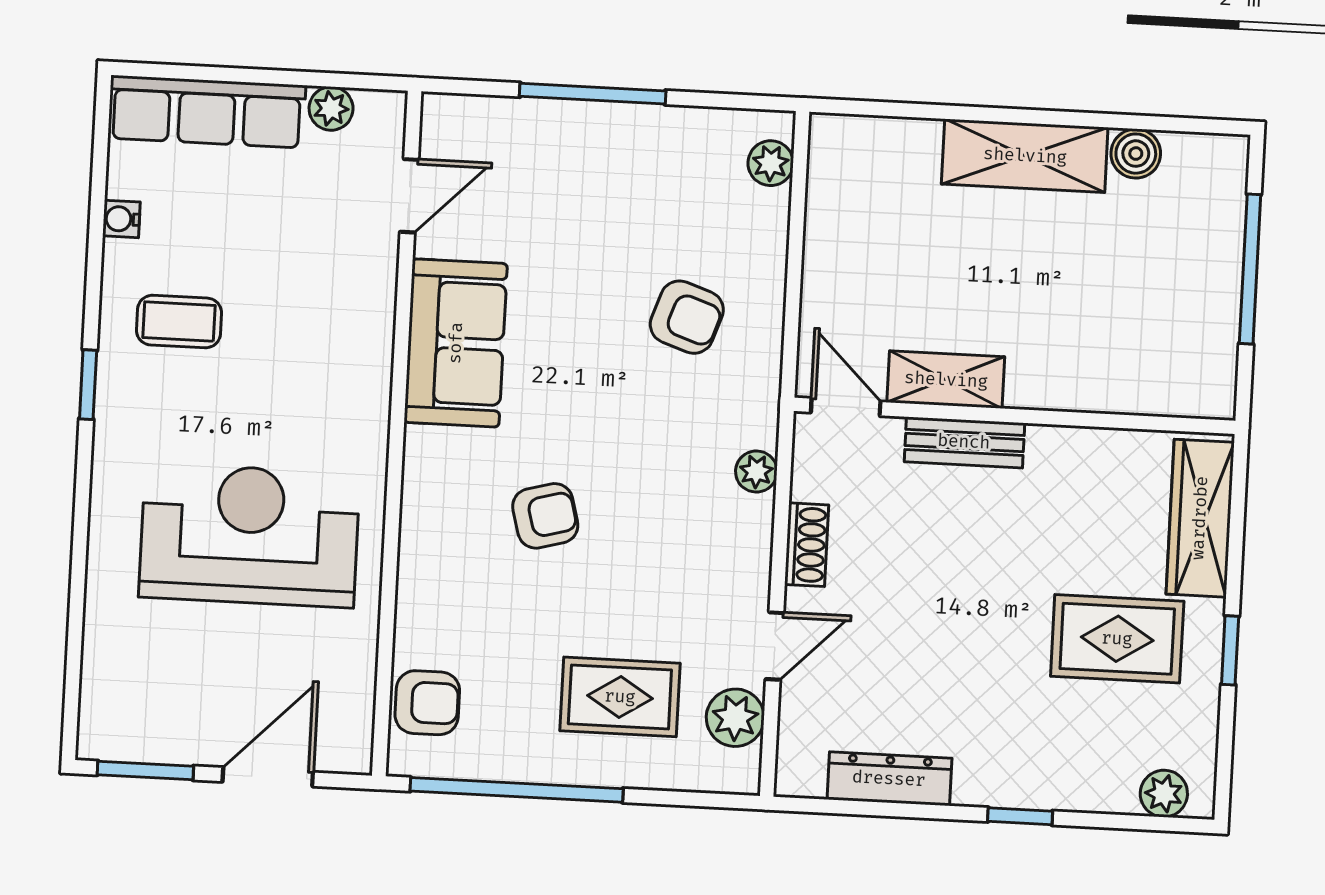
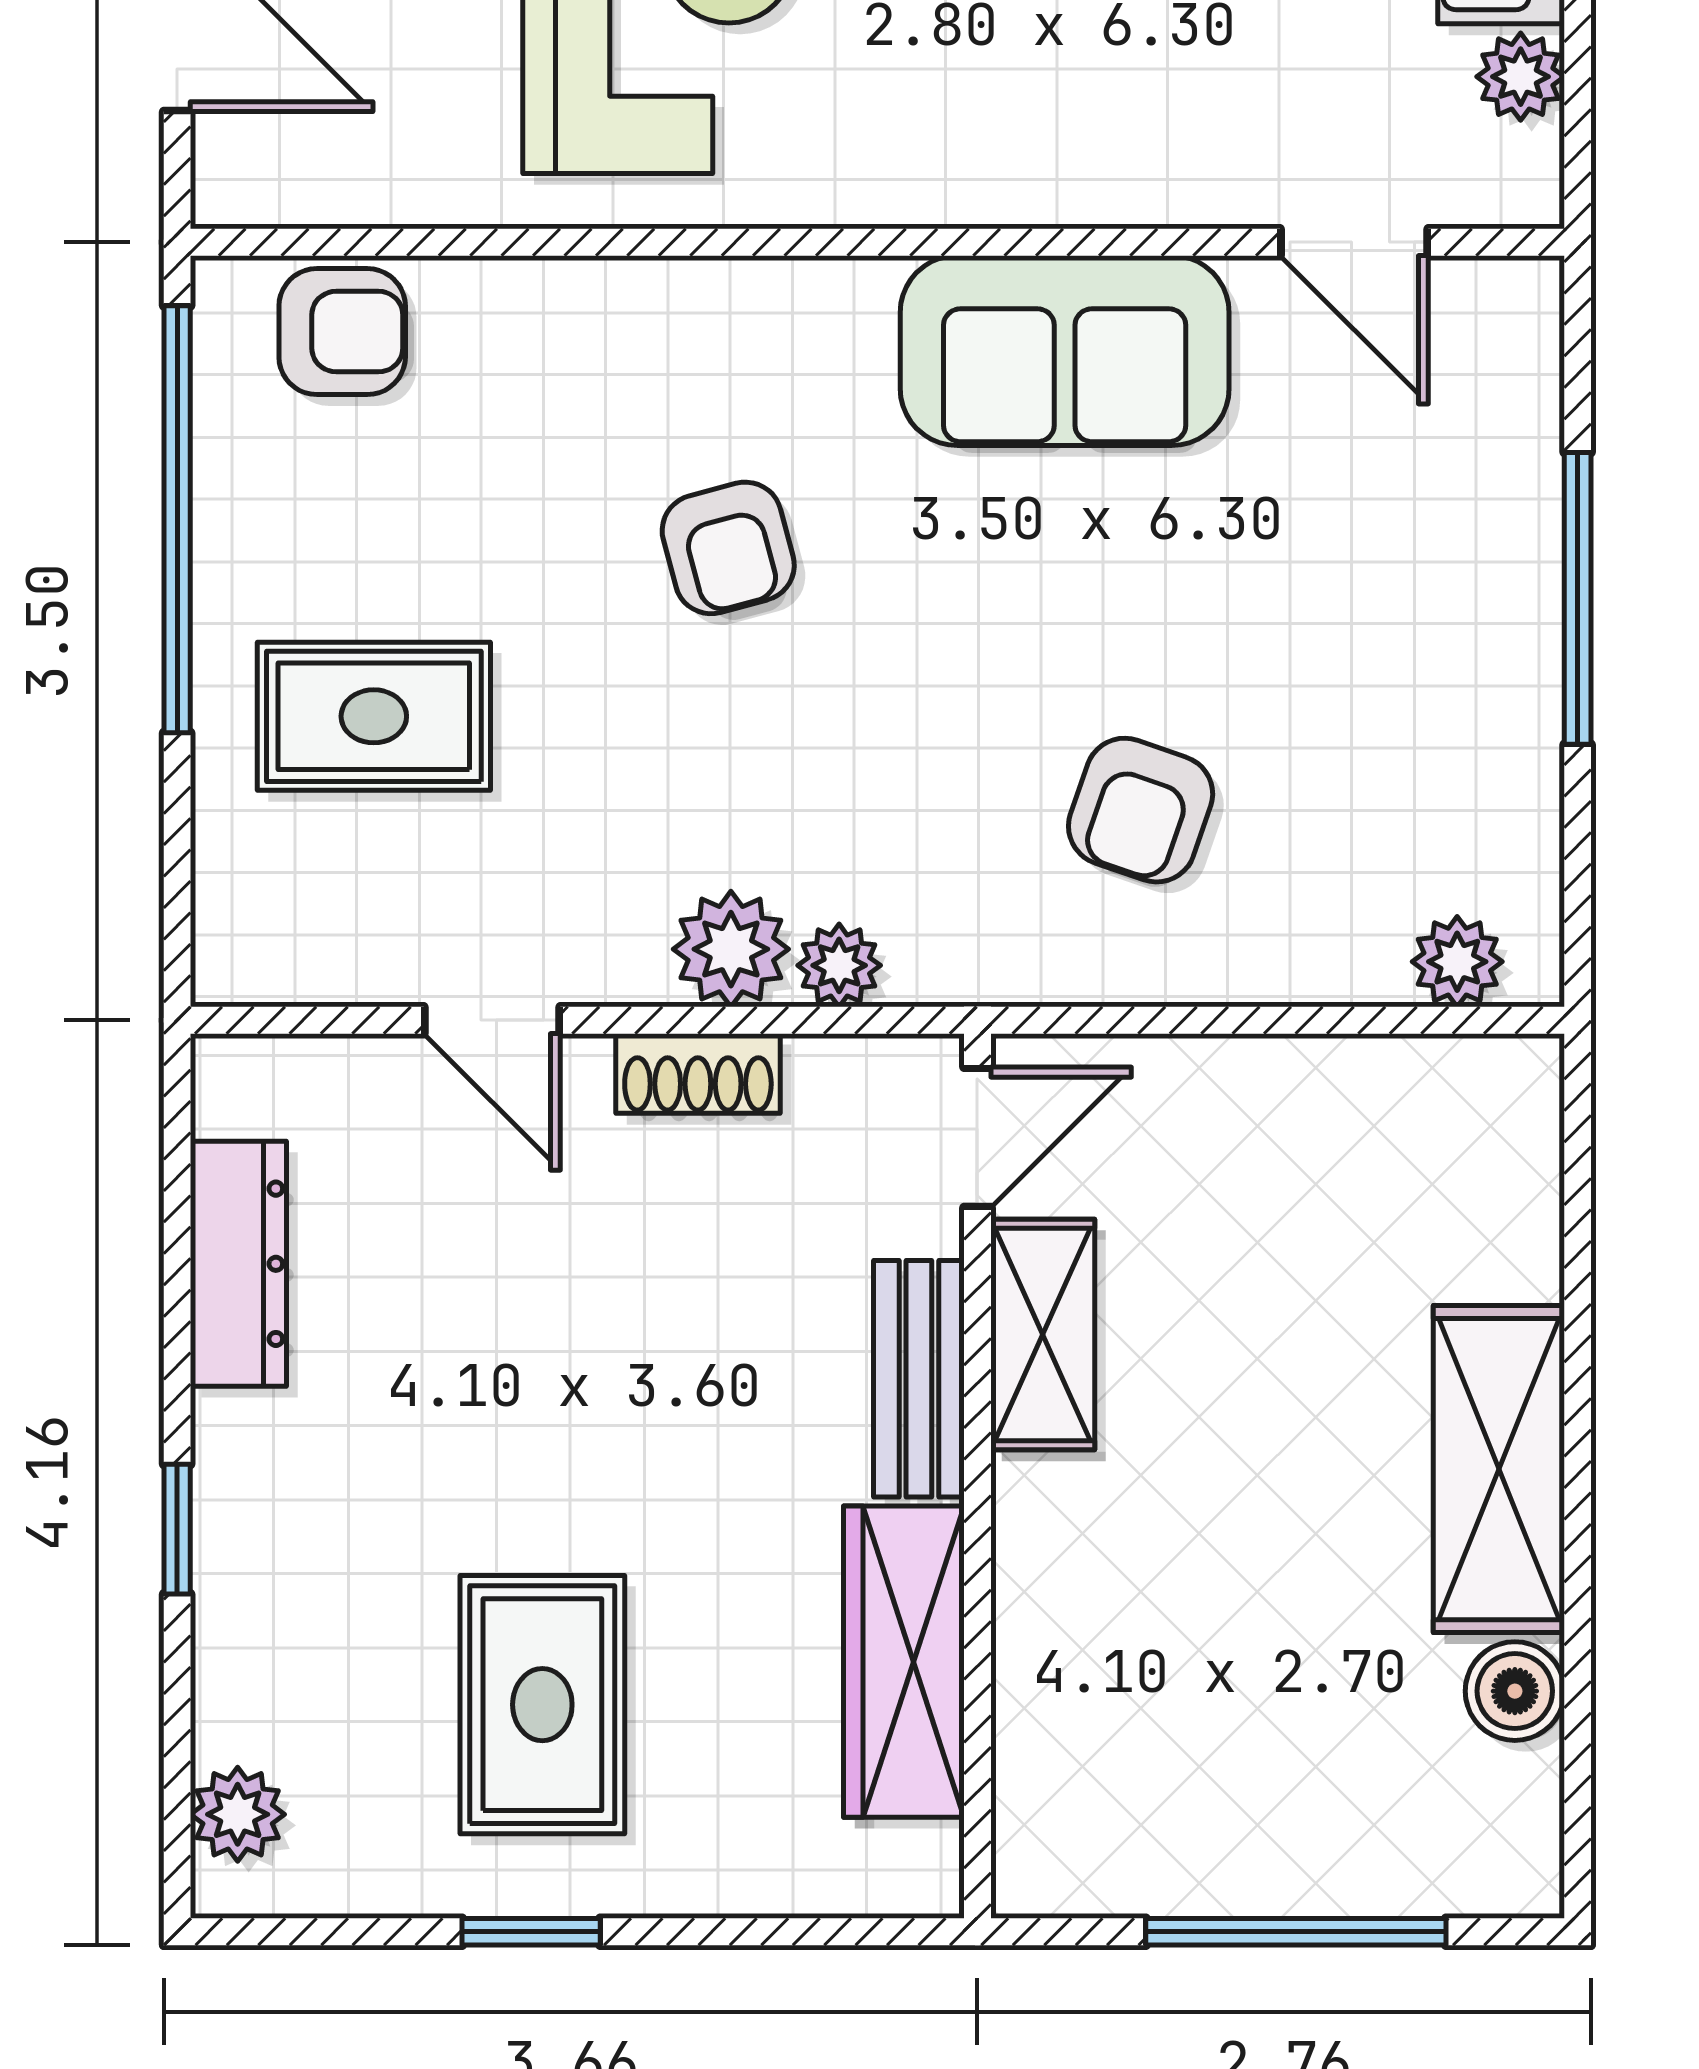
wardrobe: (1200, 518) -> (904, 1662), moved, turned -90
rug: (620, 697) -> (374, 716), turned 90
armchair: (427, 703) -> (342, 332), turned -90
plant: (735, 718) -> (731, 949), moved

